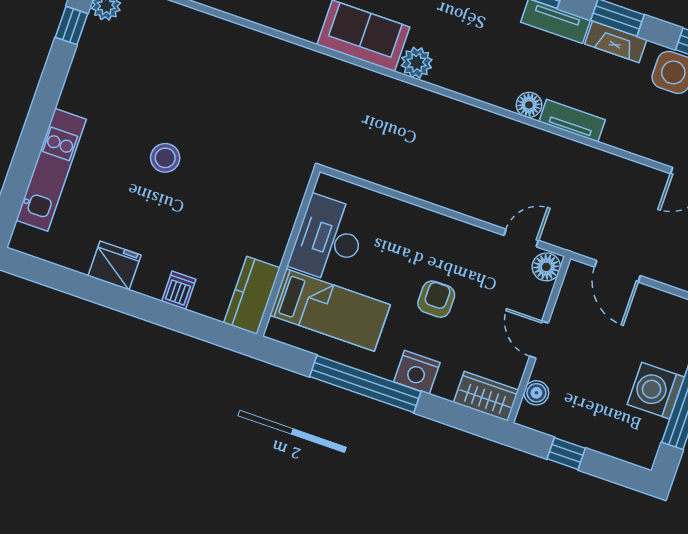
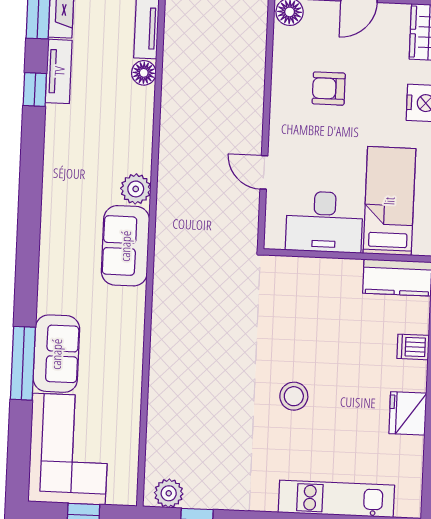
door: (521, 238) -> (264, 172), moved
armchair: (436, 299) -> (329, 89), moved

